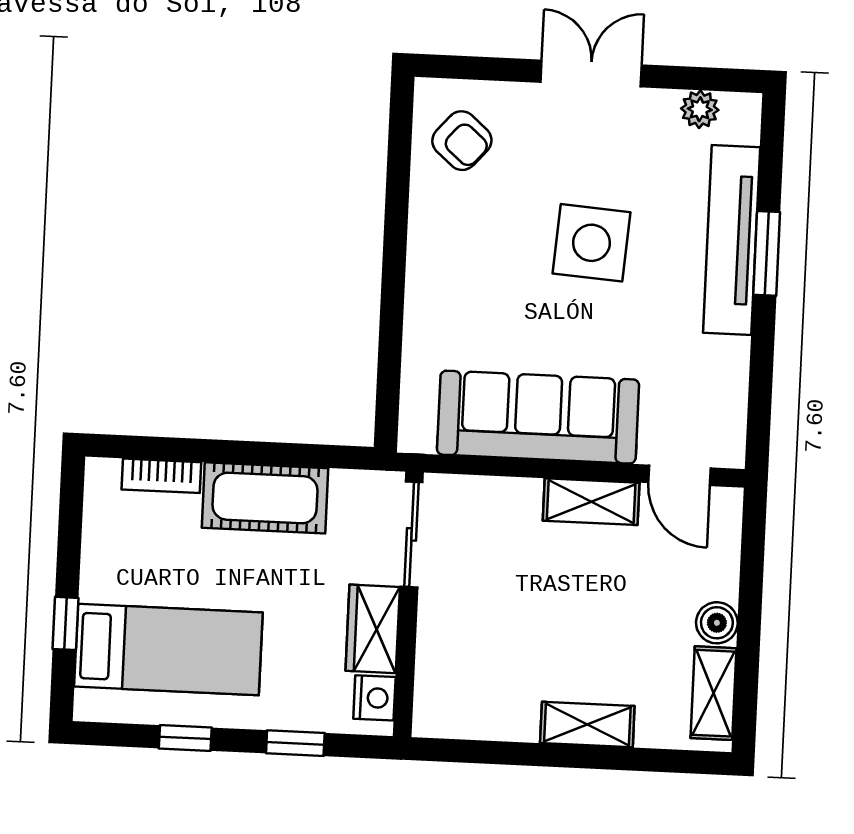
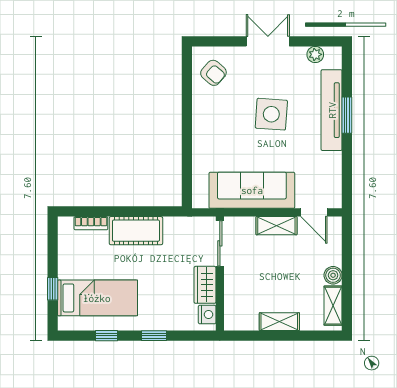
sliding door: (412, 534) -> (220, 243), moved
wall: (408, 604) -> (220, 274), moved
wardrobe: (373, 629) -> (205, 285), moved
nightstand: (374, 698) -> (207, 315), moved

